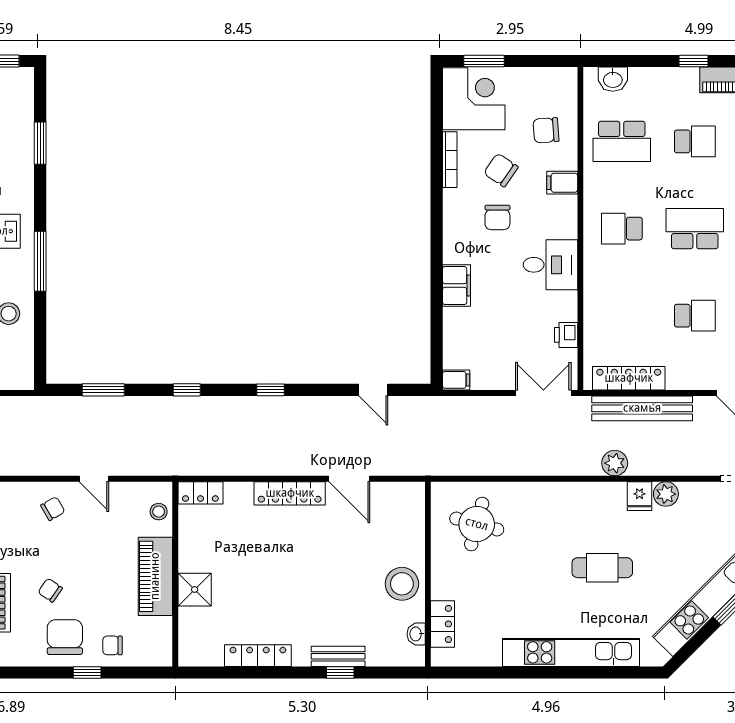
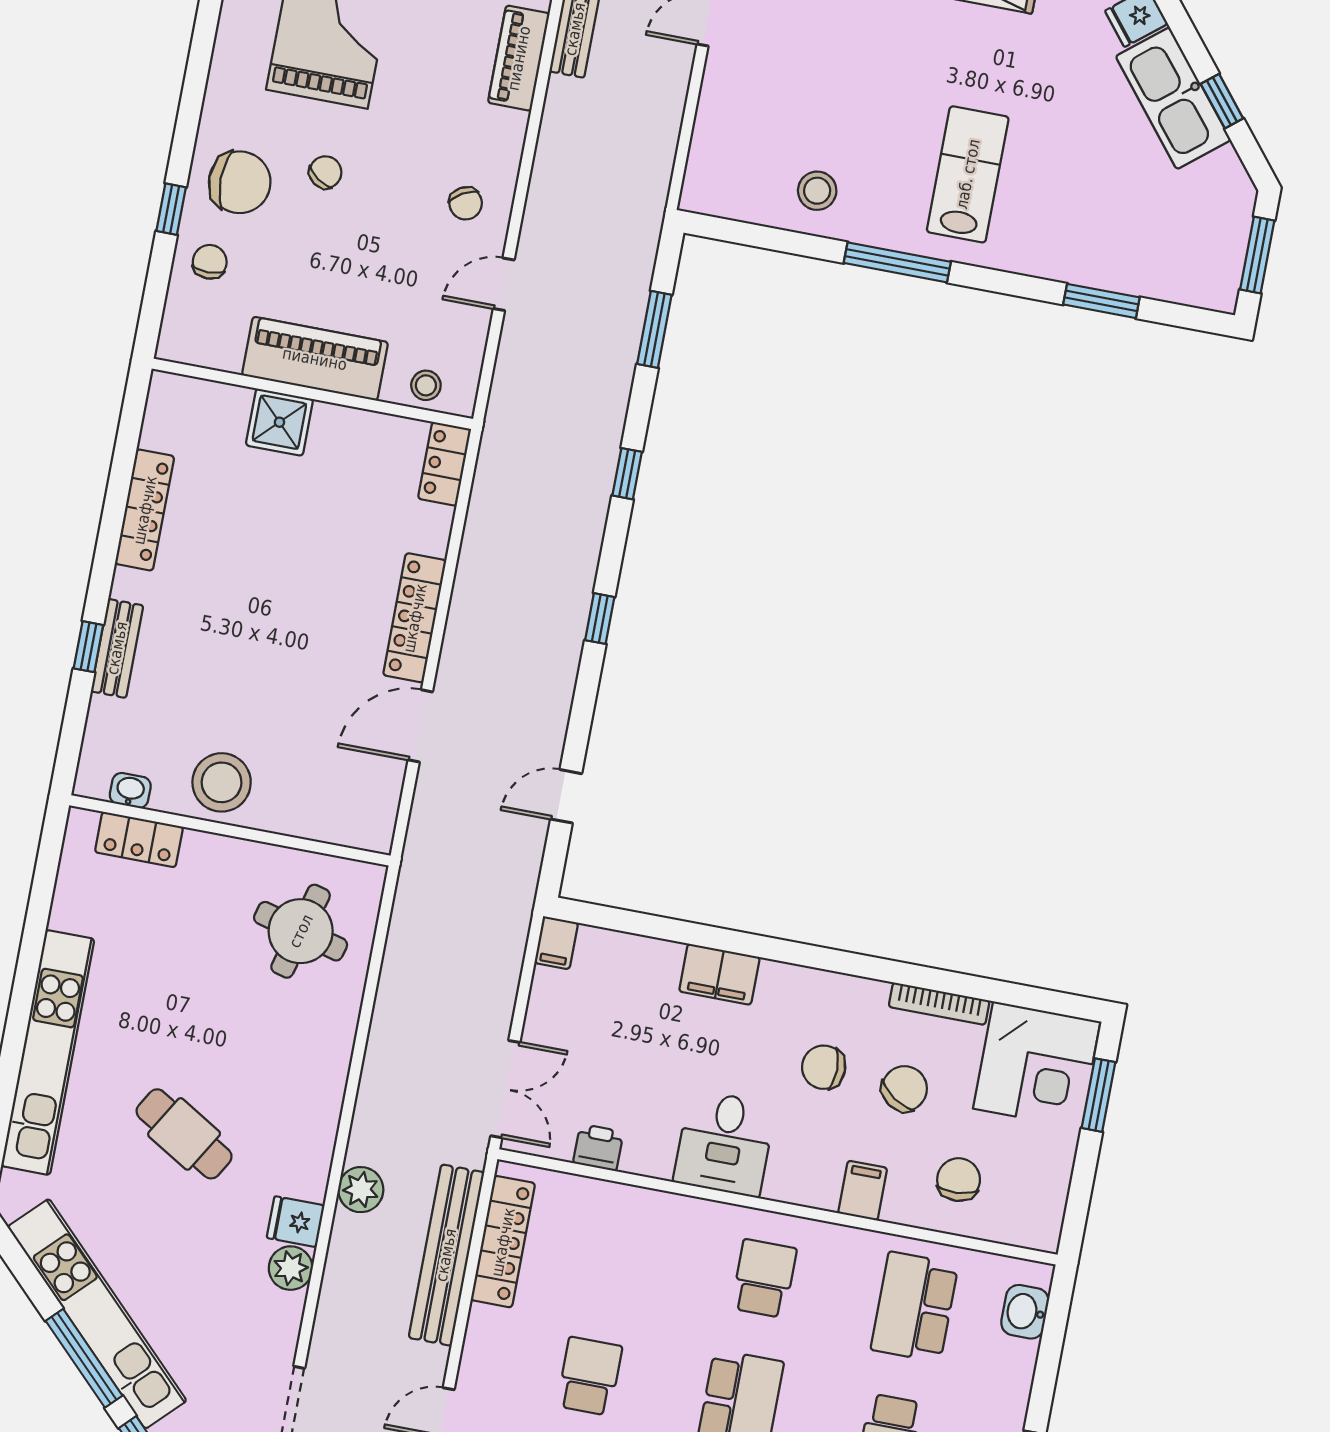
school desk: (695, 316) -> (589, 1376), turned 180
cafe table: (602, 568) -> (184, 1134), turned -59

